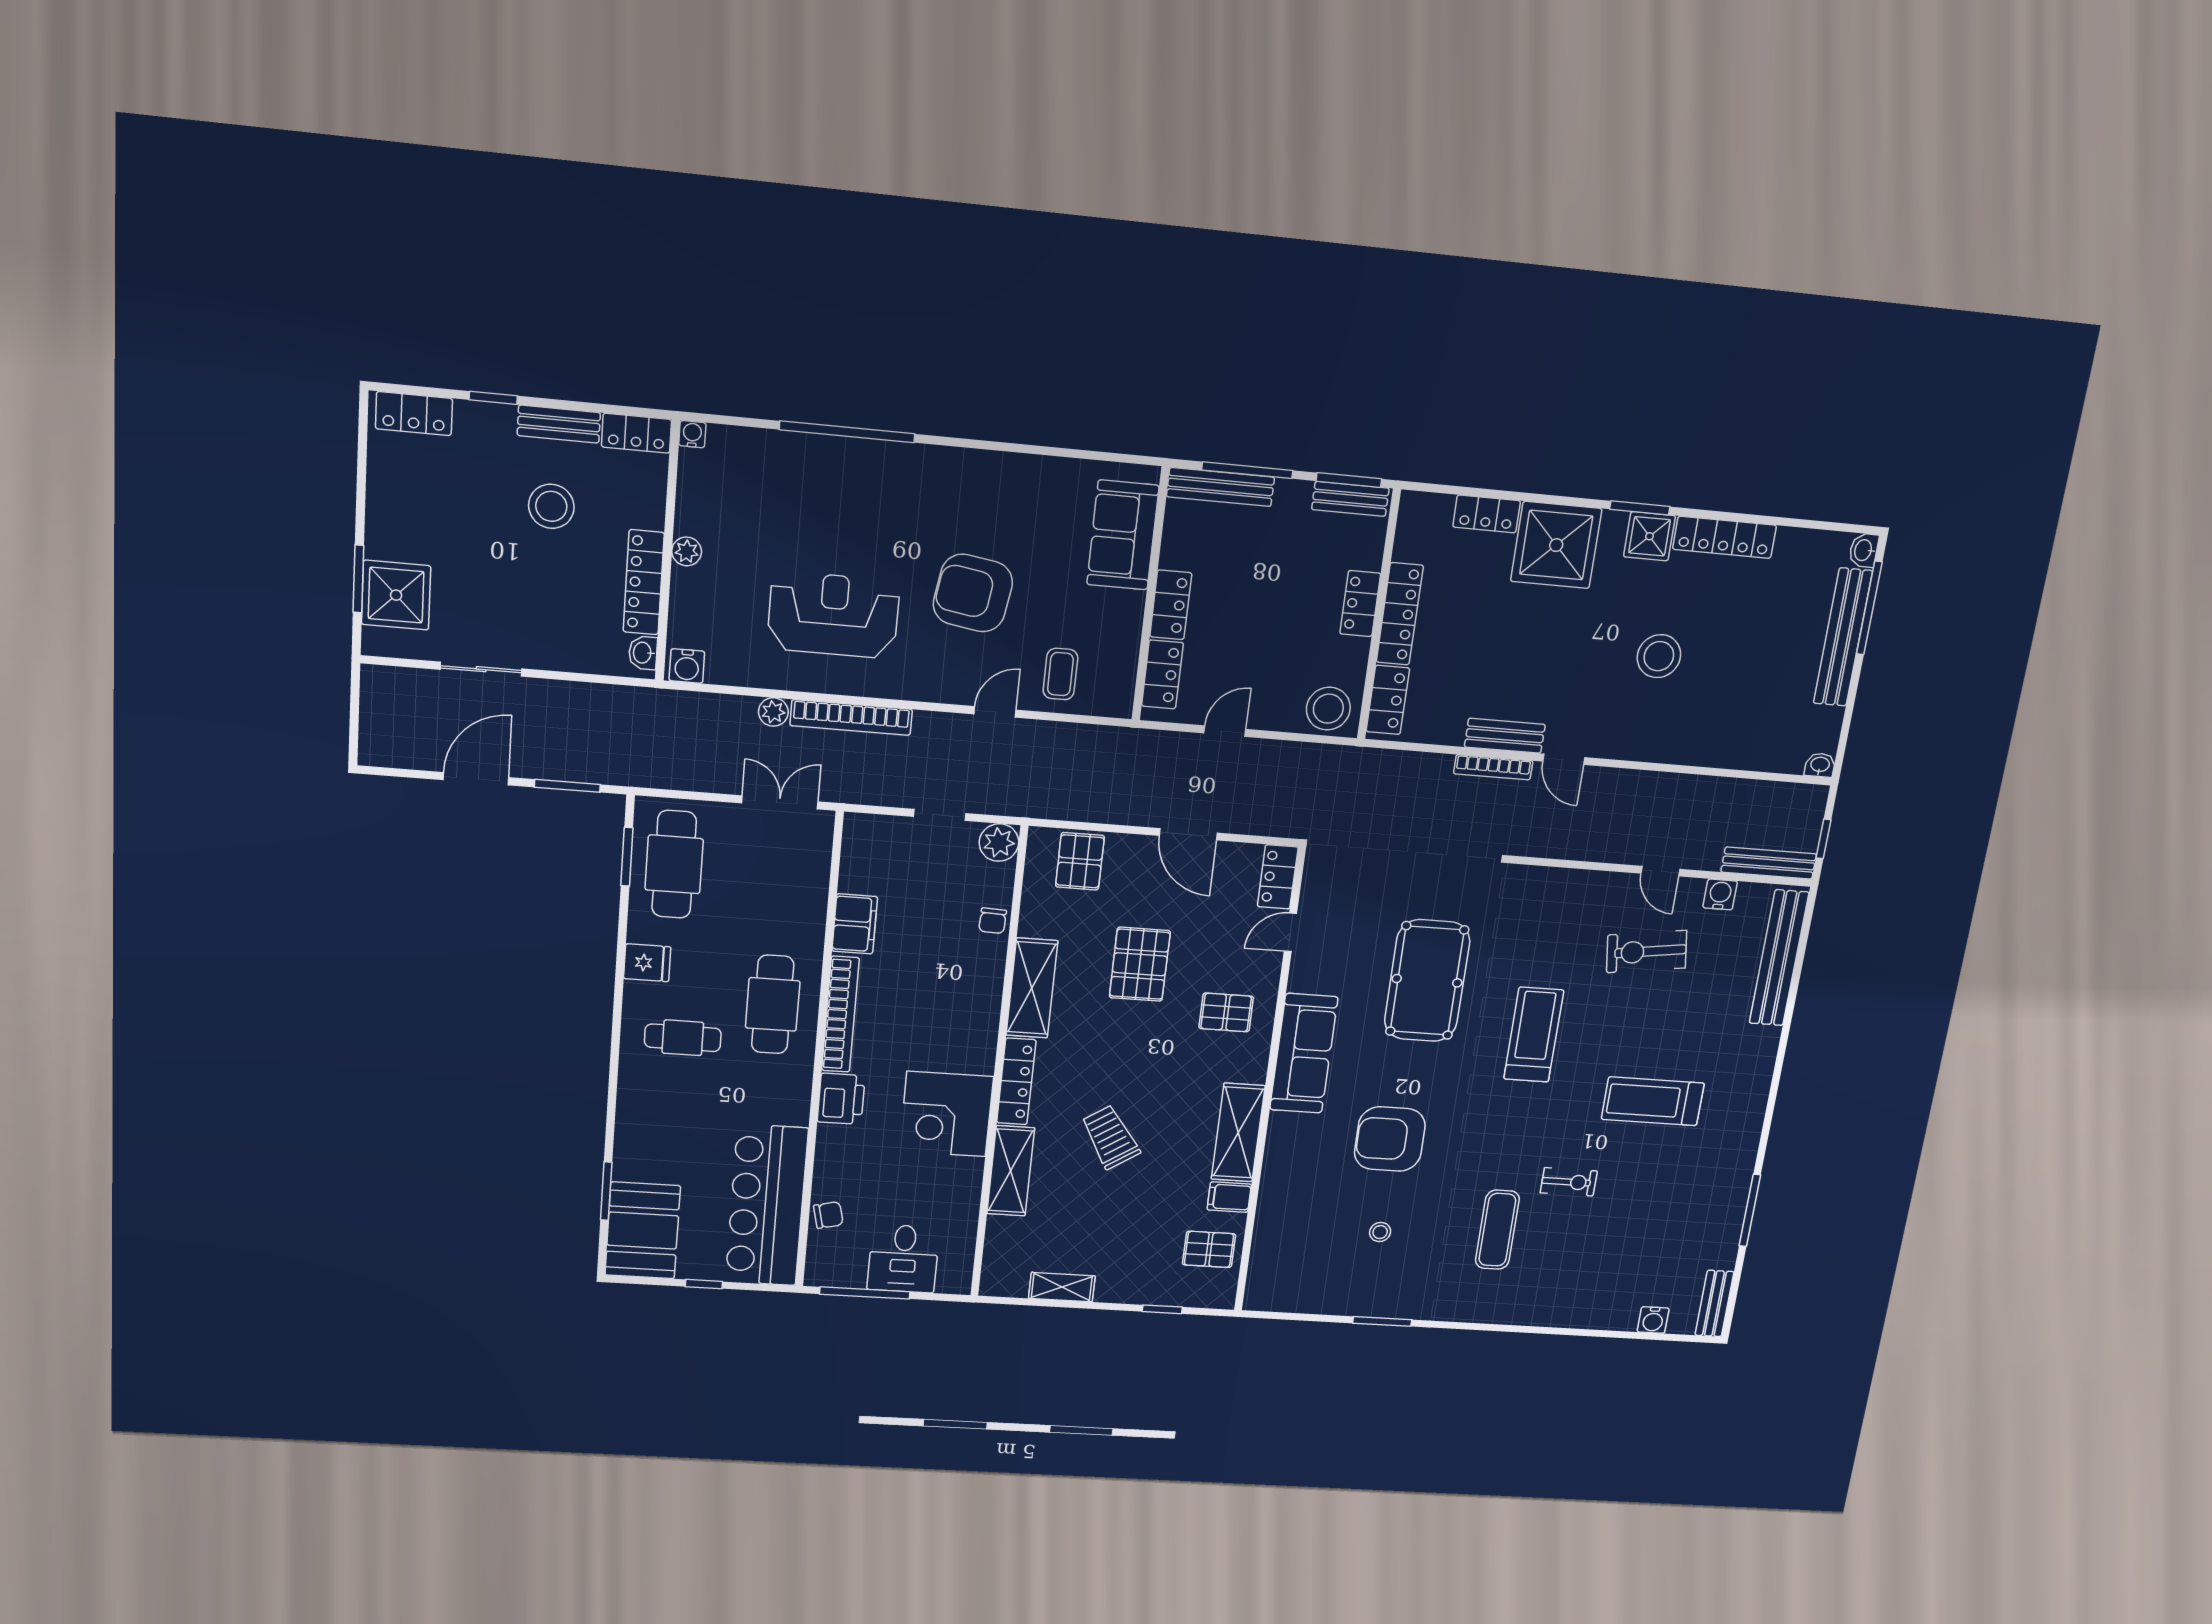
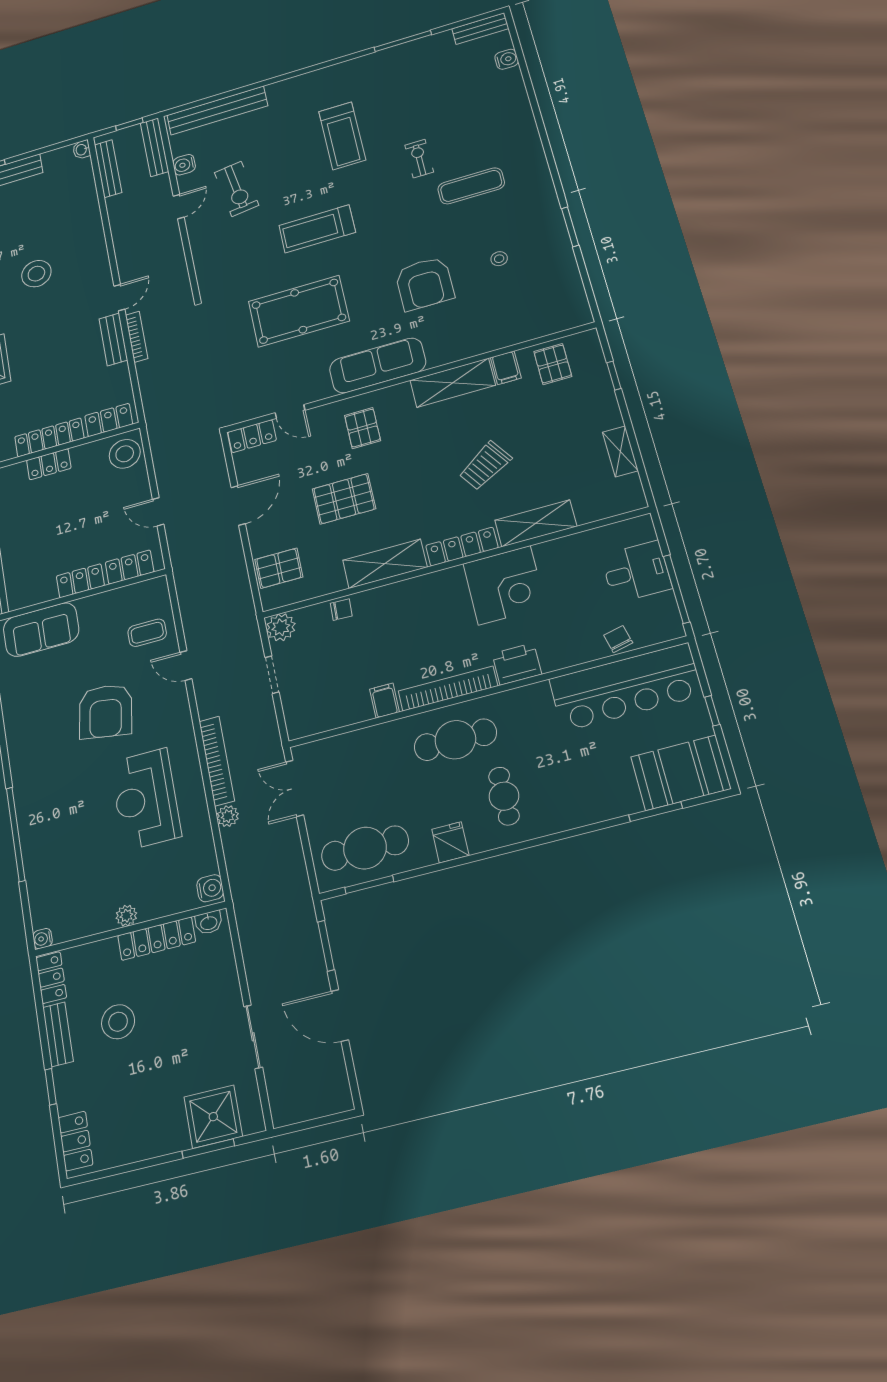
bench: (1770, 793) -> (108, 169), added
filing cabinet: (855, 924) -> (384, 701), width x0.50

